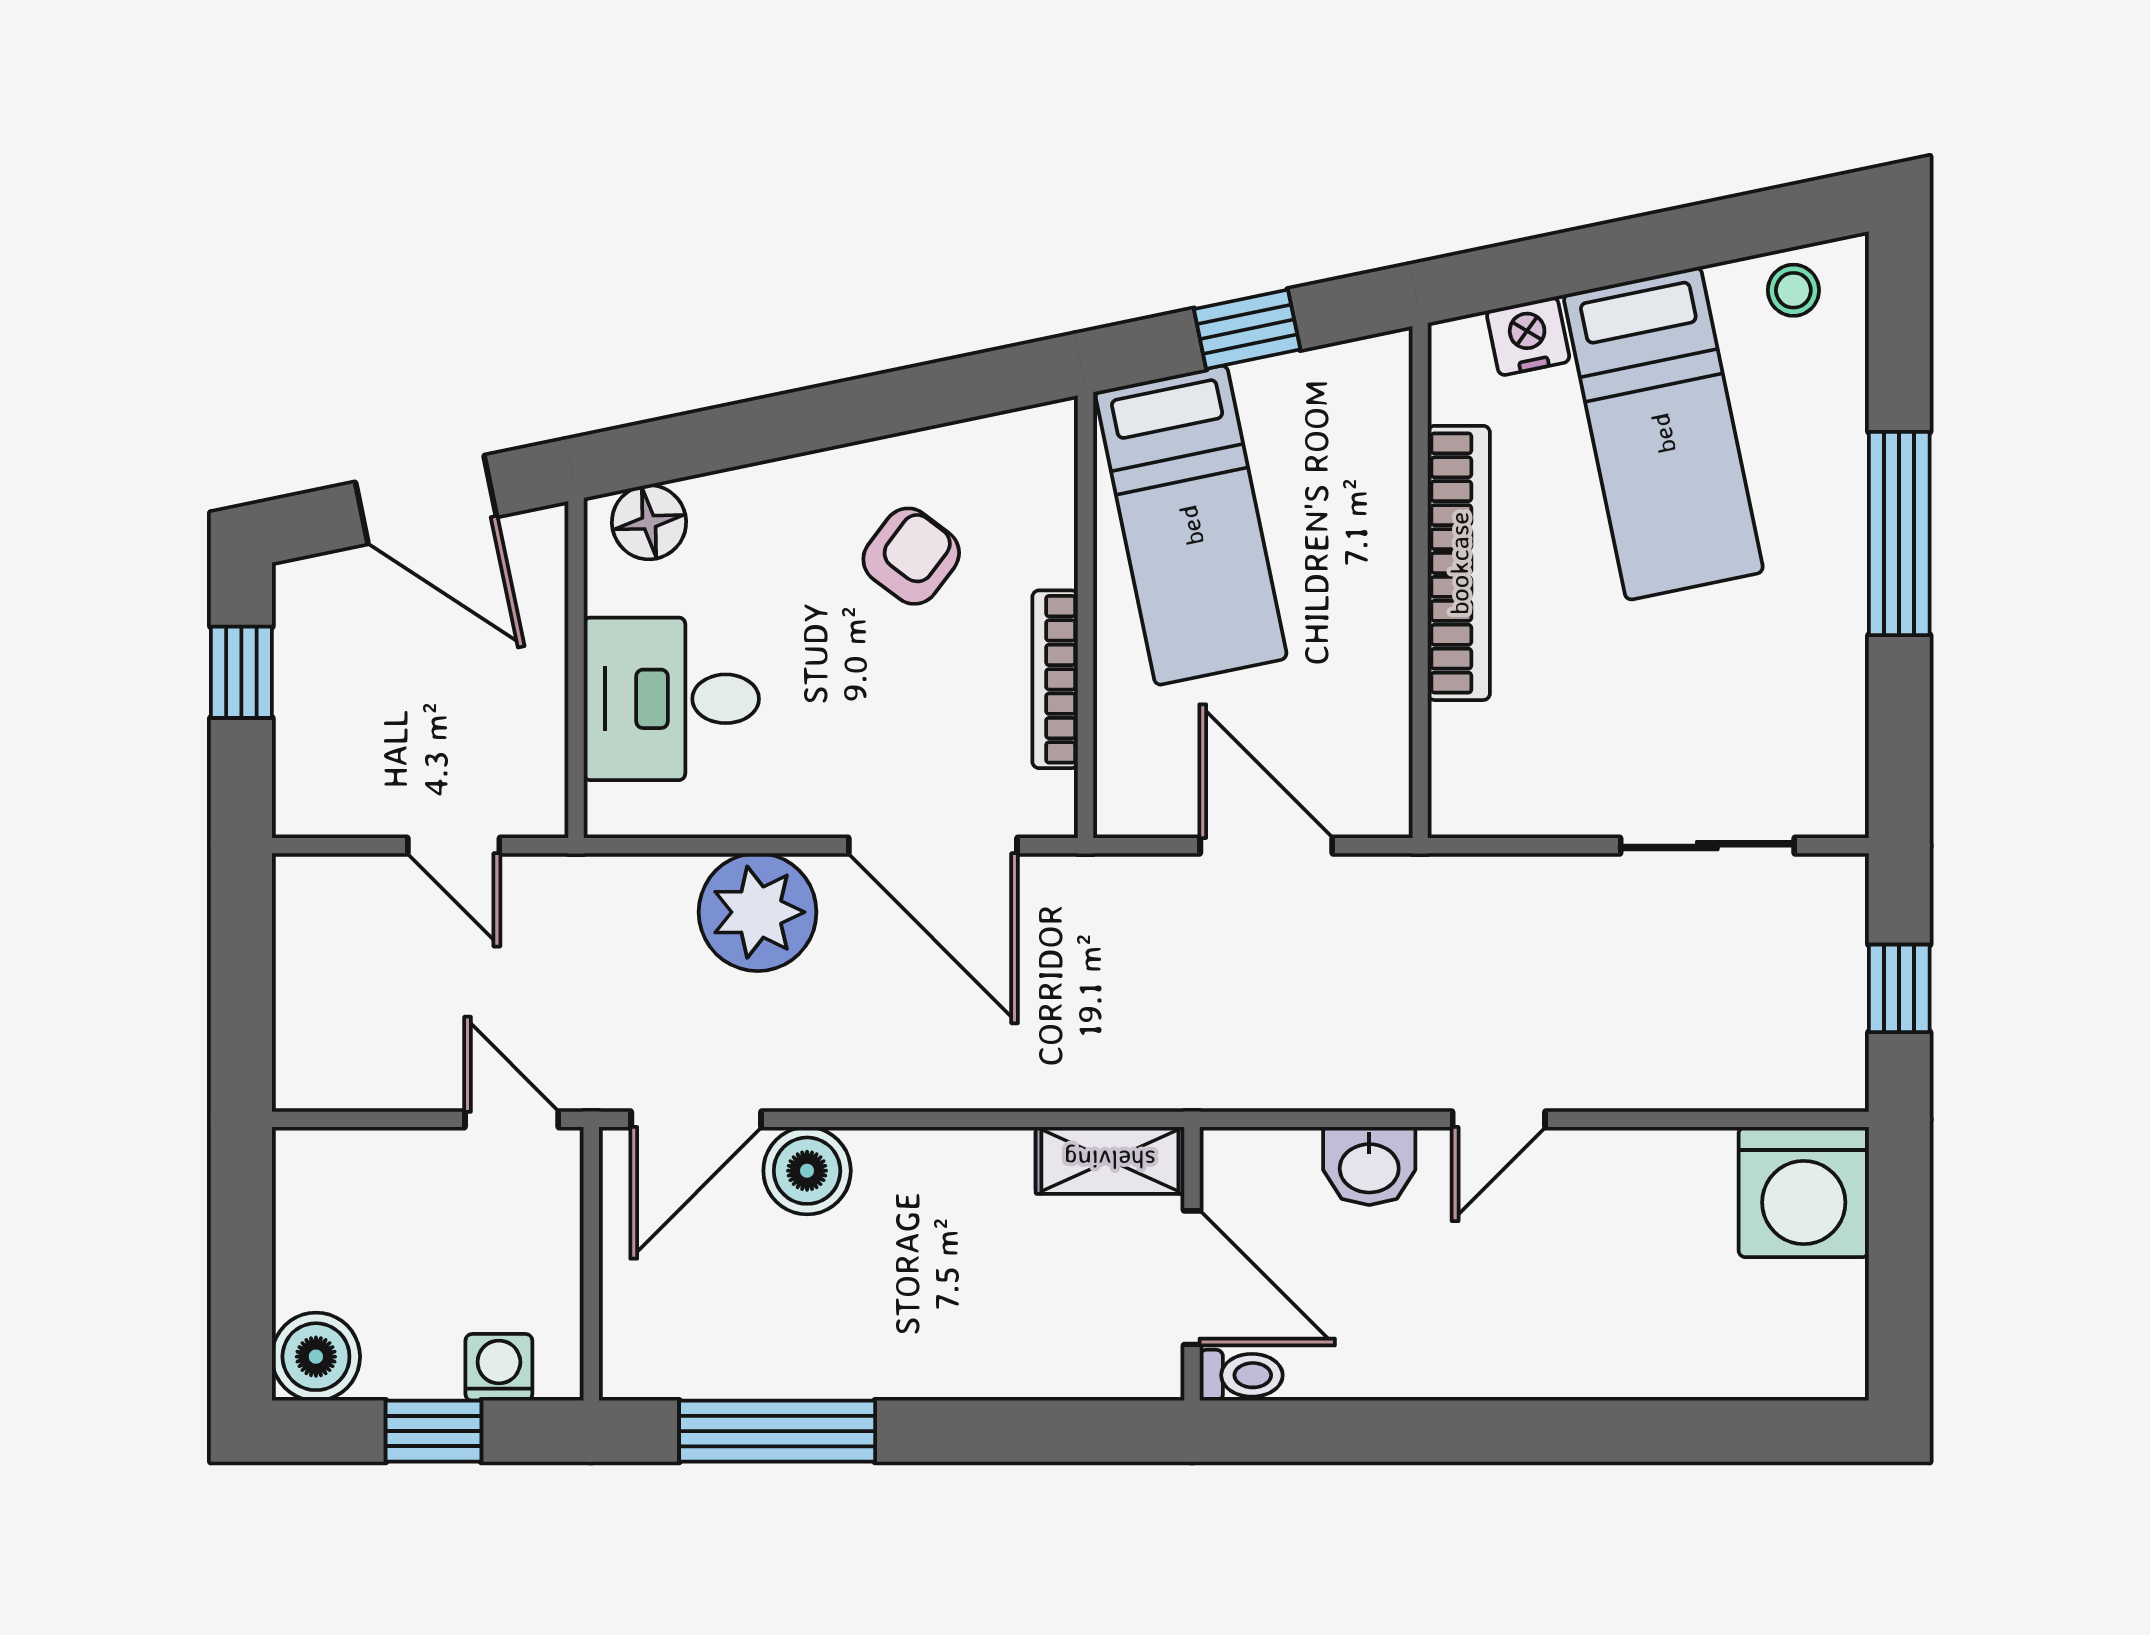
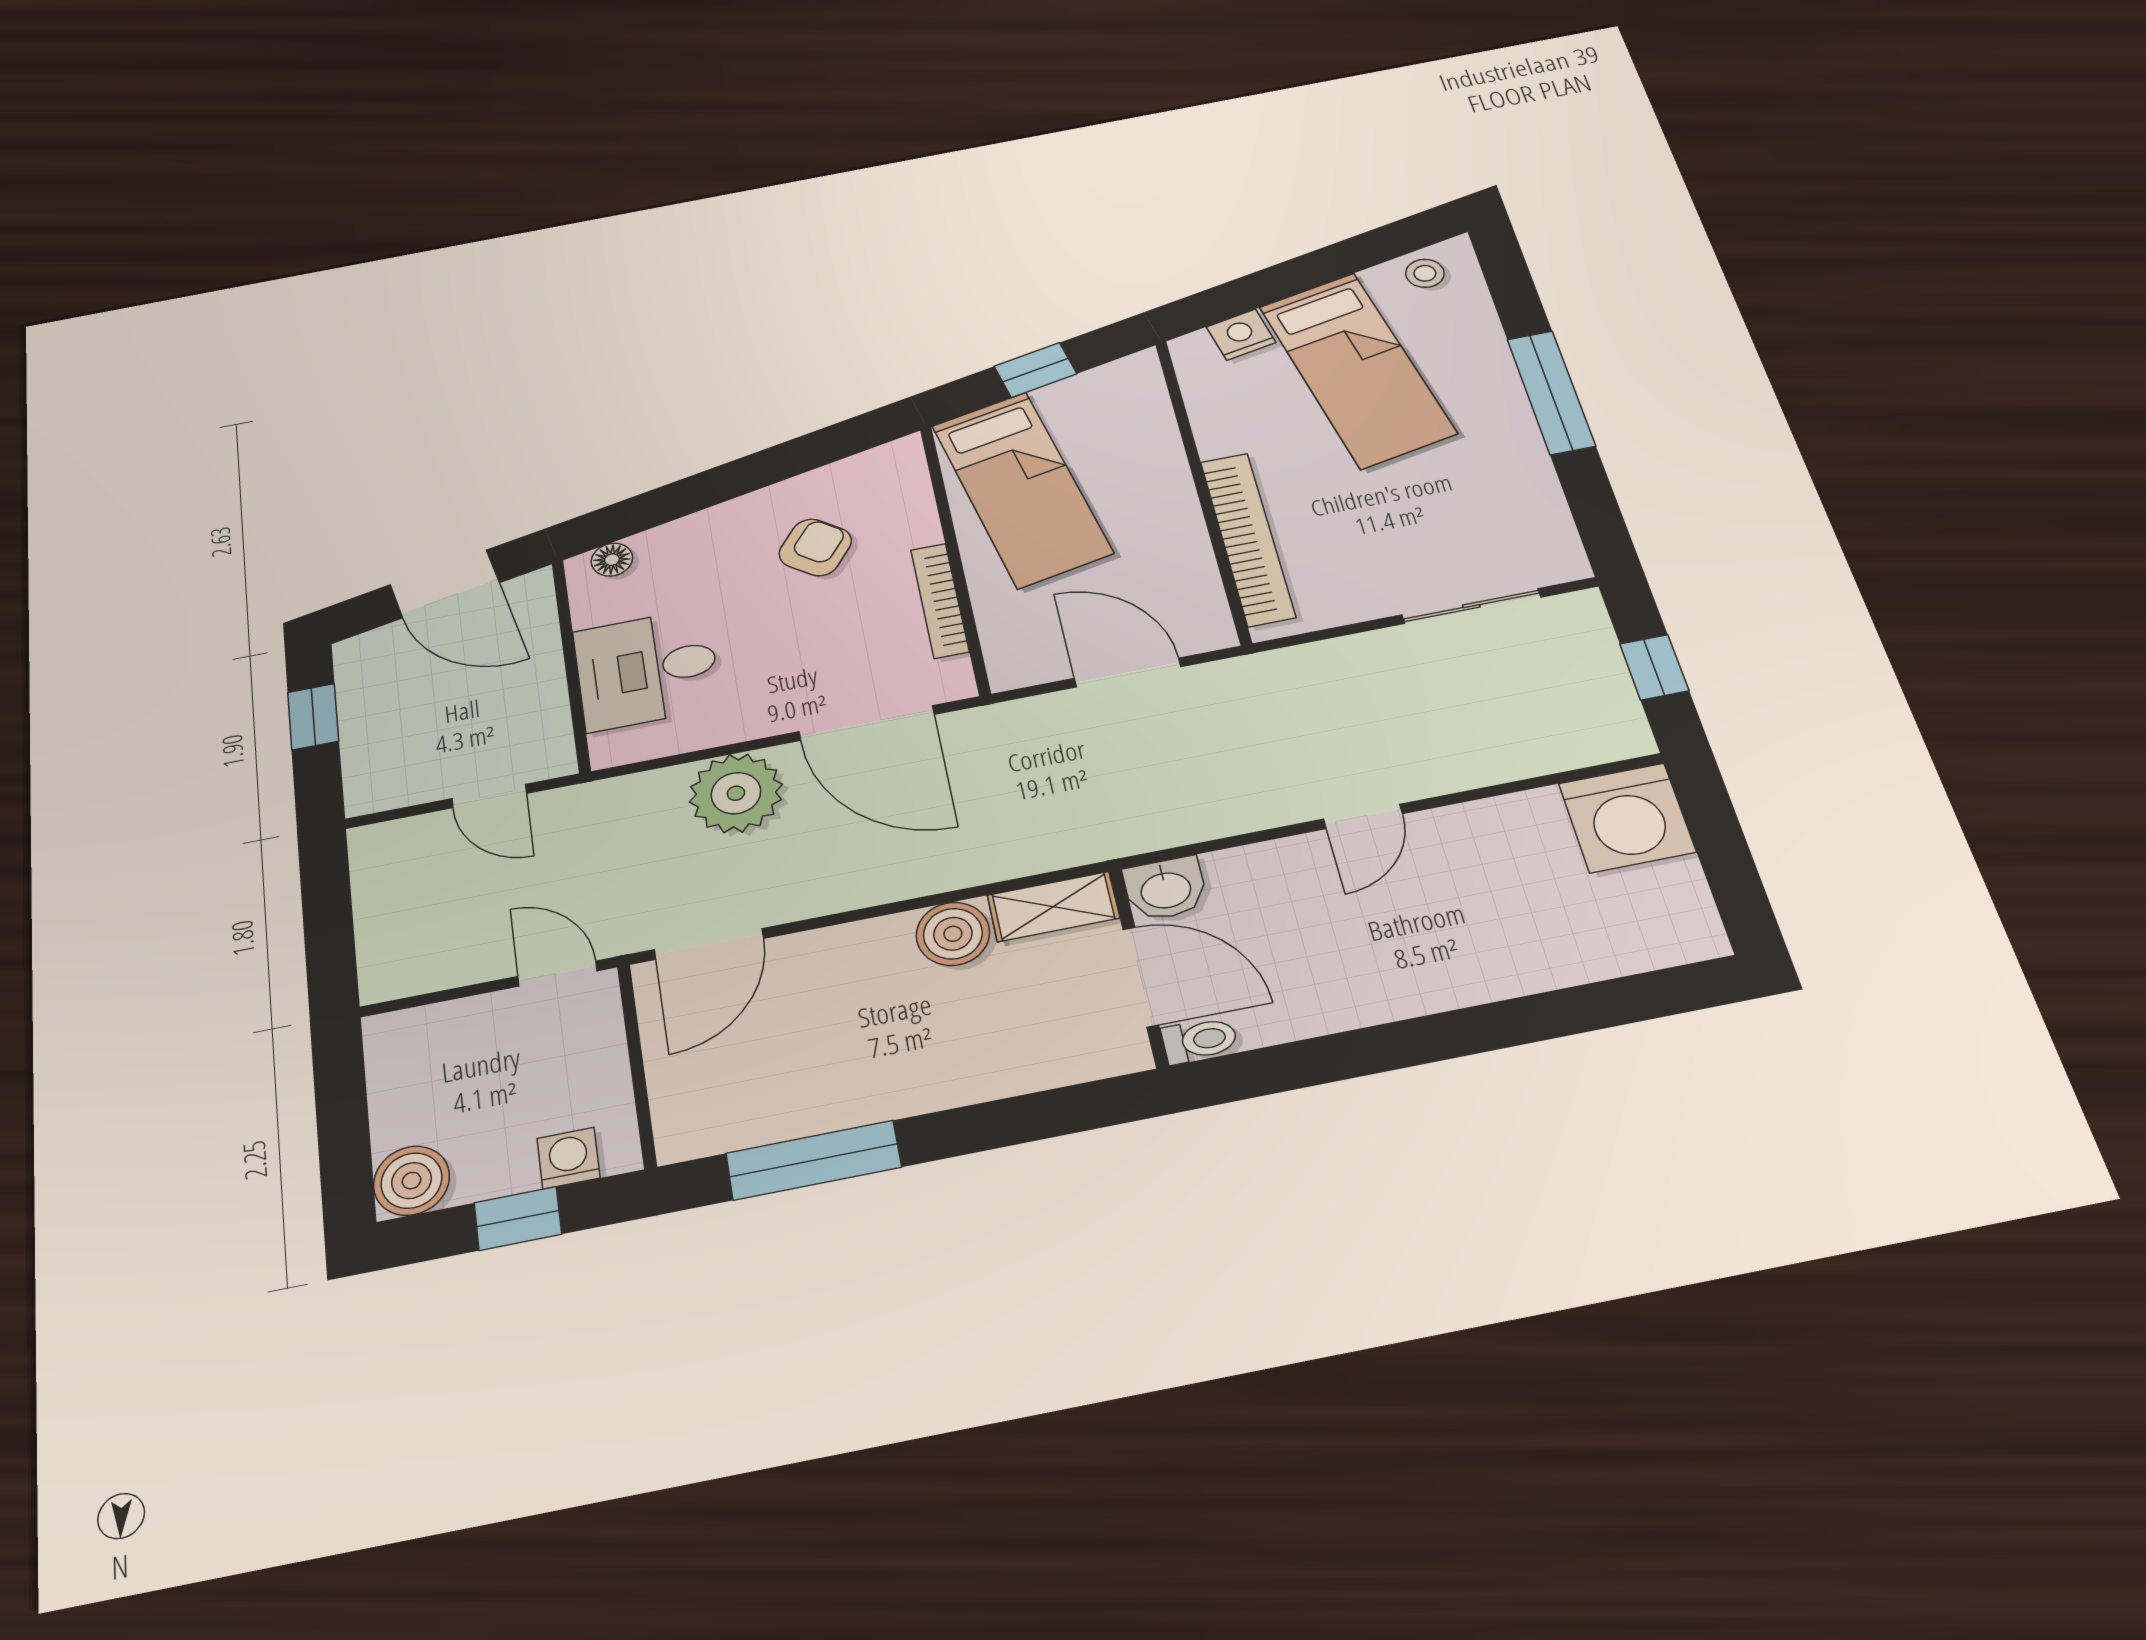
floor lamp: (649, 522) -> (612, 560), width x0.73, depth x0.73
bookcase: (1459, 563) -> (1248, 539), moved
washbasin: (1369, 1166) -> (1165, 889), moved
boiler: (807, 1171) -> (953, 934), moved

